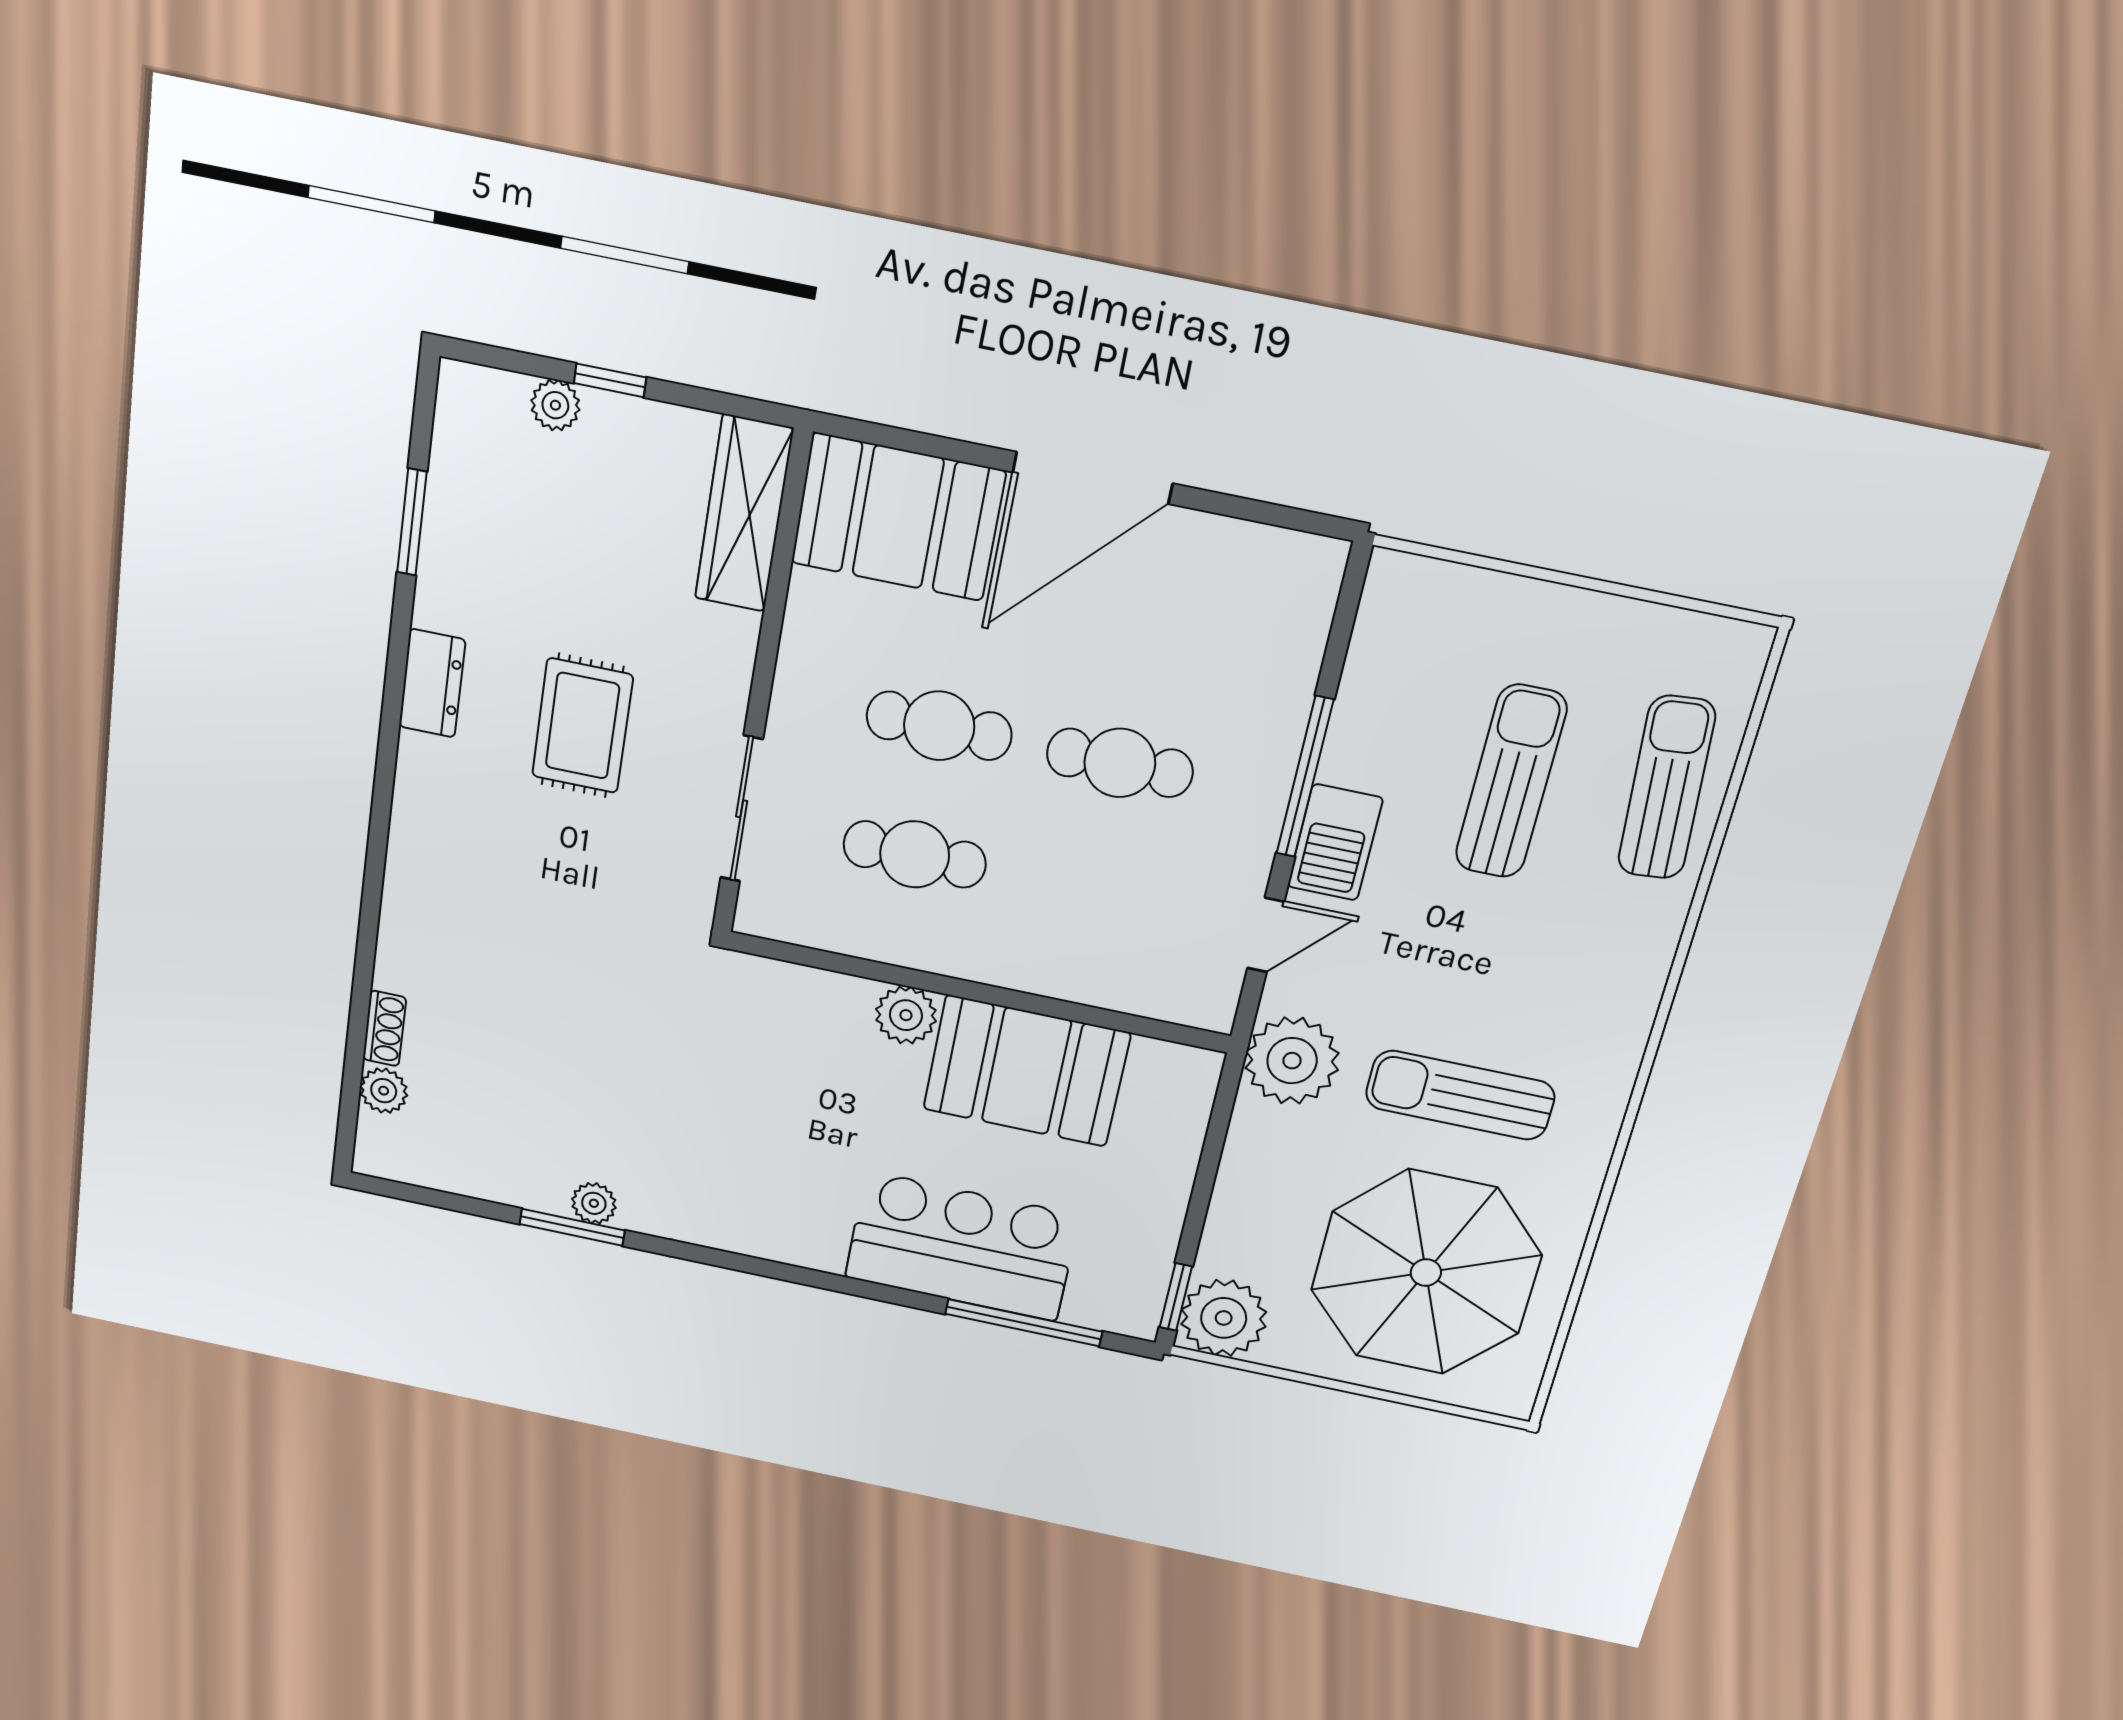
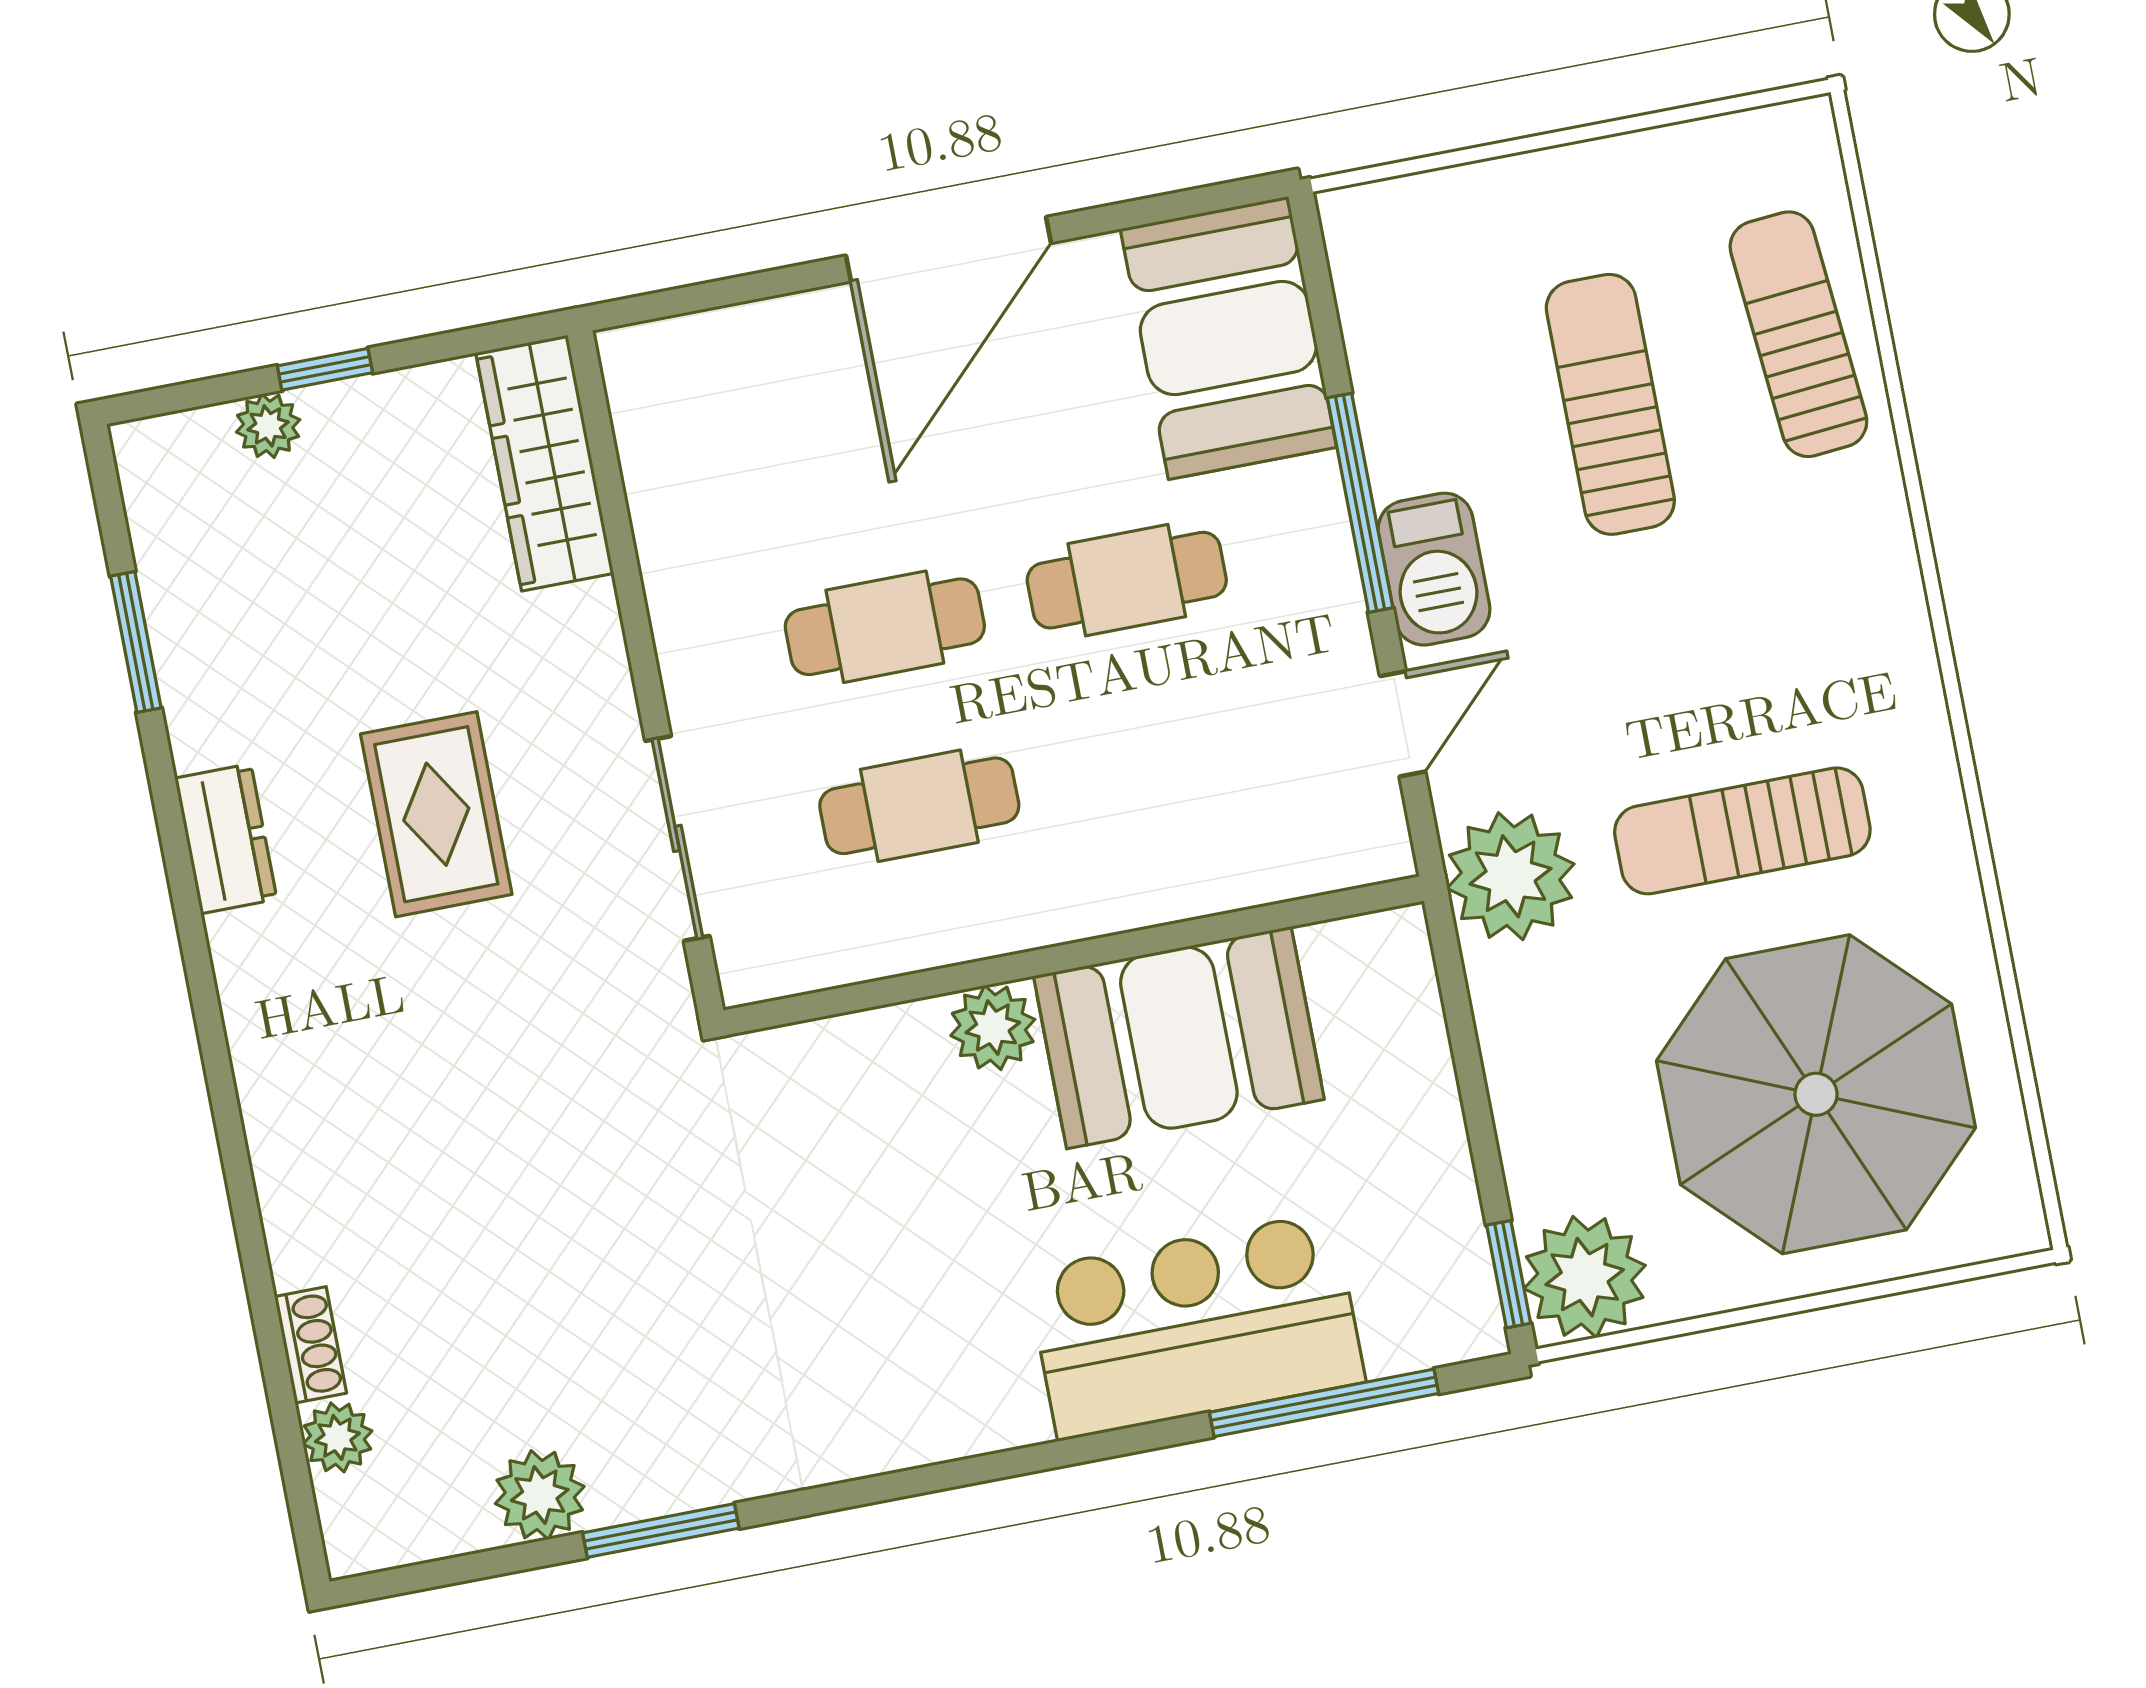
booth: (898, 517) -> (1228, 338), moved, turned 90
plant: (594, 1203) -> (540, 1495), moved, width x1.38, depth x1.38

